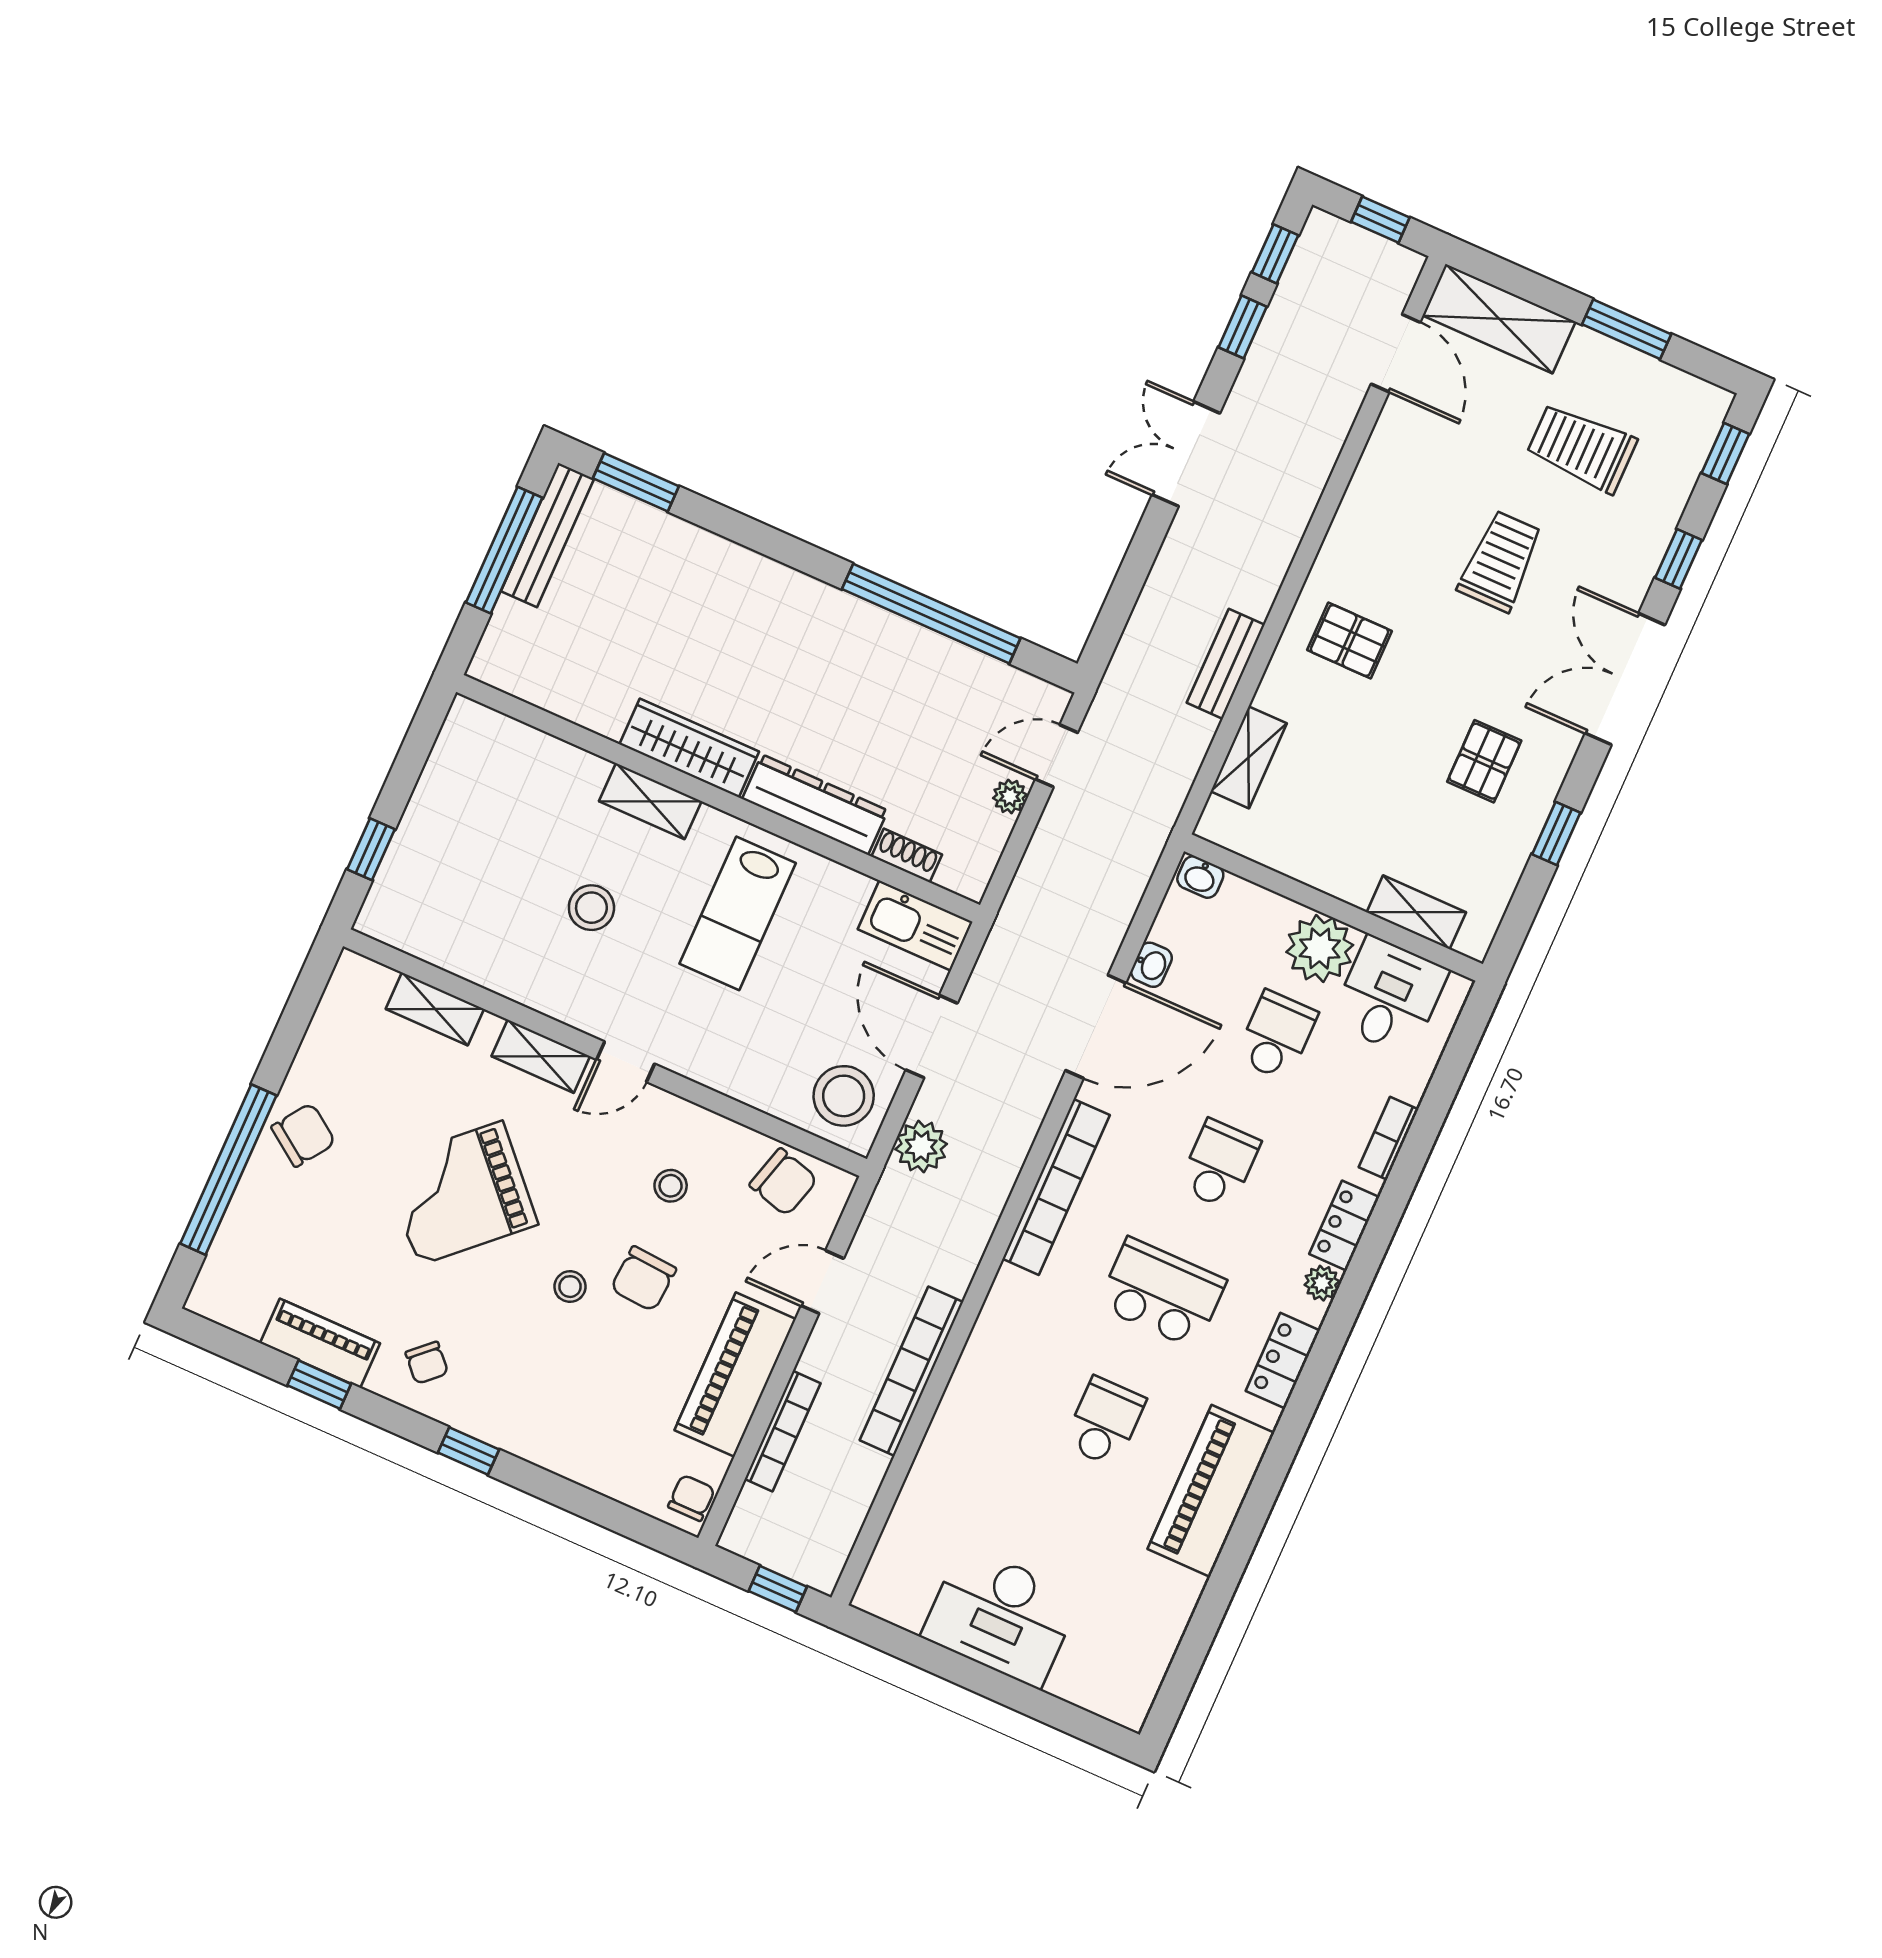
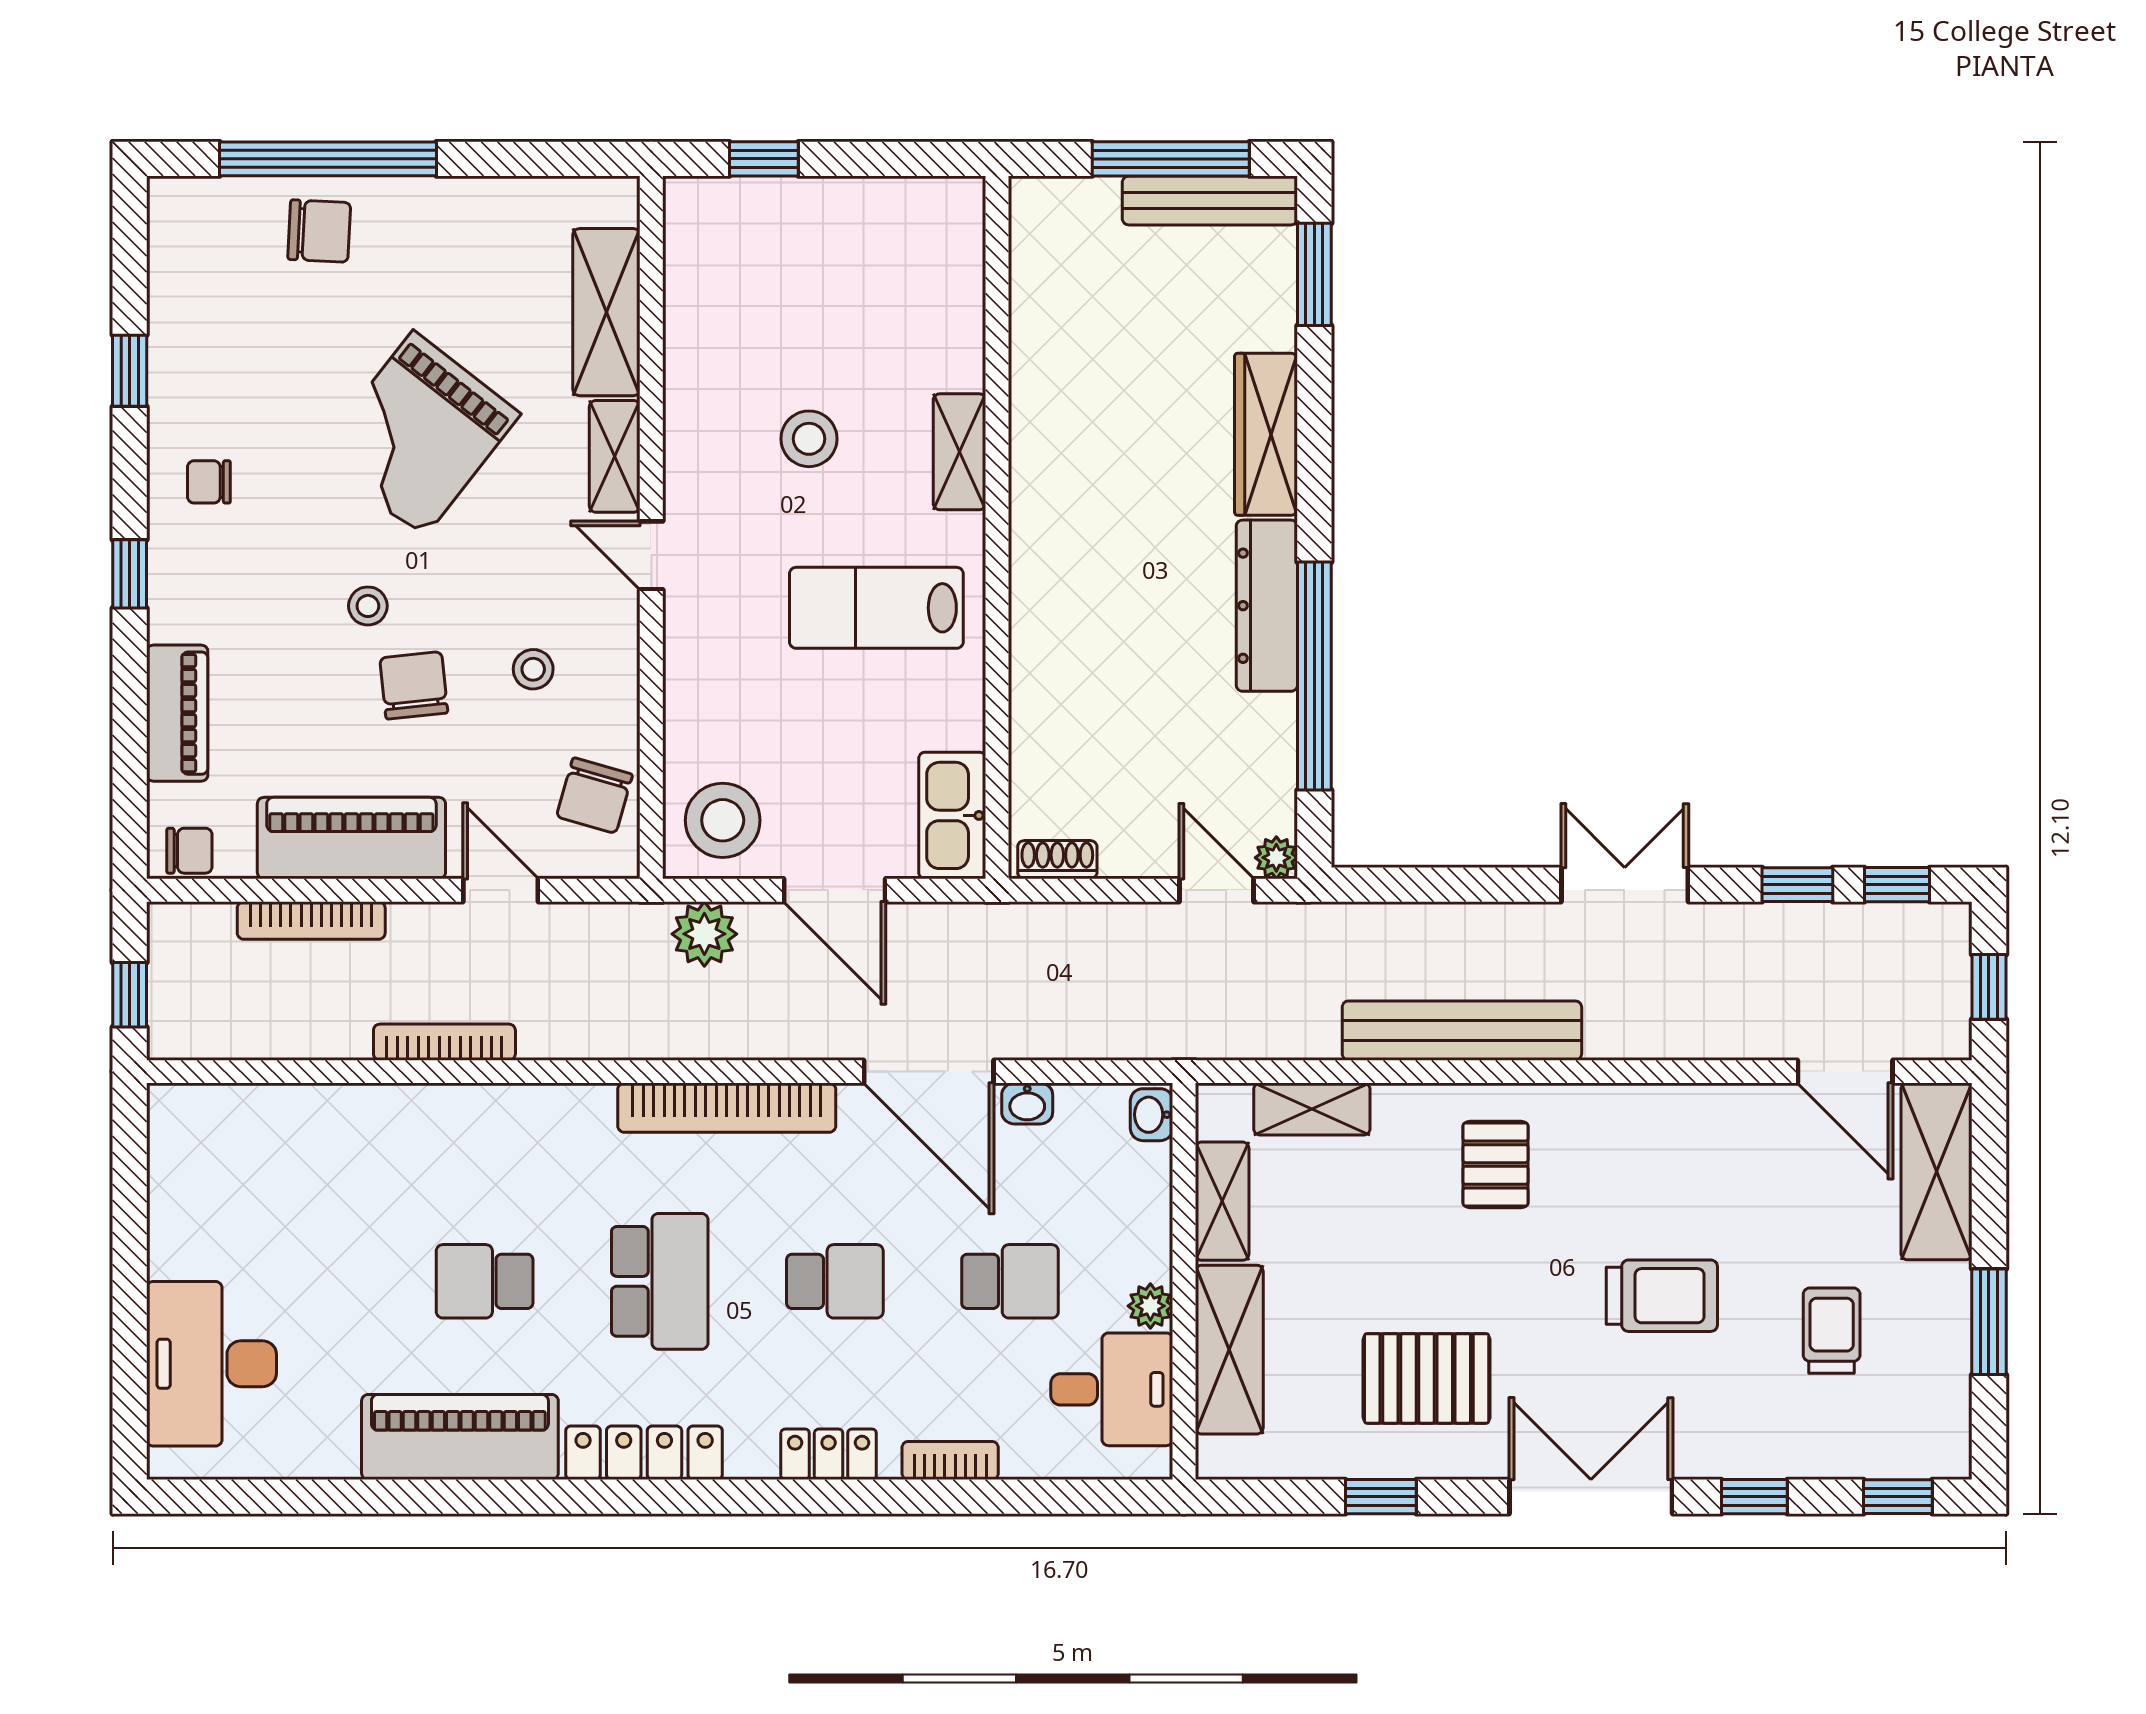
door: (1396, 353) -> (1845, 1072), hinge flipped
trolley: (1582, 448) -> (1832, 1331), width x0.73, depth x0.72
bench: (1226, 664) -> (1462, 1031), width x1.86, depth x1.21
wardrobe: (689, 748) -> (1266, 434), moved, turned 180
pallet: (1484, 761) -> (1427, 1378), width x1.50, depth x1.42
plant: (1010, 796) -> (1276, 858), moved
dresser: (815, 805) -> (1267, 606), moved, turned 180
shelving: (1287, 853) -> (1222, 1201), added
shoe rack: (907, 855) -> (1057, 860), moved, turned -90
shelving: (1416, 912) -> (1229, 1350), width x1.50, depth x1.33
plant: (1320, 948) -> (1150, 1306), width x0.53, depth x0.53
shelving: (435, 1009) -> (606, 312), width x1.50, depth x1.33
door: (932, 1037) -> (835, 890), swing flipped
chair: (303, 1135) -> (319, 231), moved, turned -32
grand piano: (460, 1193) -> (418, 434), turned -99
chair: (643, 1279) -> (414, 685), turned 80
plant: (1322, 1283) -> (752, 1458), removed
piano: (320, 1343) -> (177, 713), moved
locker: (1283, 1361) -> (644, 1453), width x1.53
chair: (427, 1363) -> (209, 482), turned 43
bookcase: (911, 1371) -> (444, 1042), width x0.68, depth x0.76
school desk: (1105, 1422) -> (485, 1281), turned 180
desk: (1001, 1616) -> (212, 1364), moved

